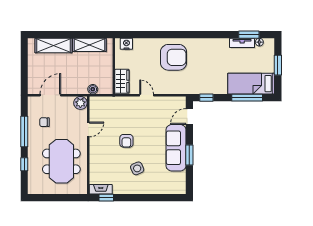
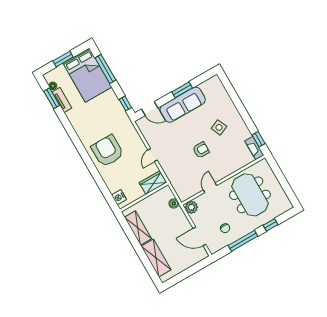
bed: (251, 84) -> (87, 75), width x1.50
door: (88, 129) -> (210, 188), hinge flipped
meeting table: (61, 161) -> (250, 195), turned 90

